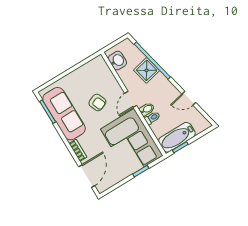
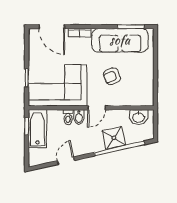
door: (131, 99) -> (97, 108), swing flipped

